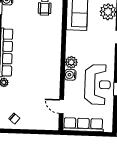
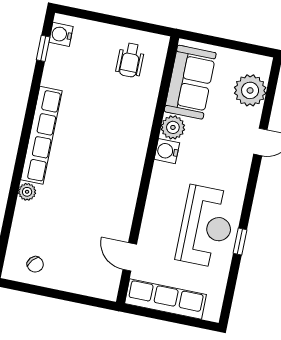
plant: (71, 62) -> (173, 127), moved
water cooler: (70, 75) -> (167, 151), moved

